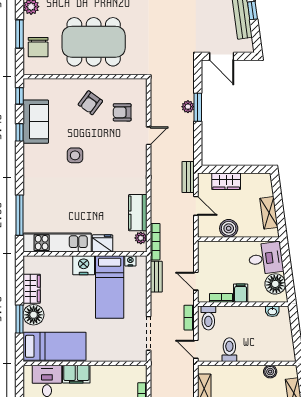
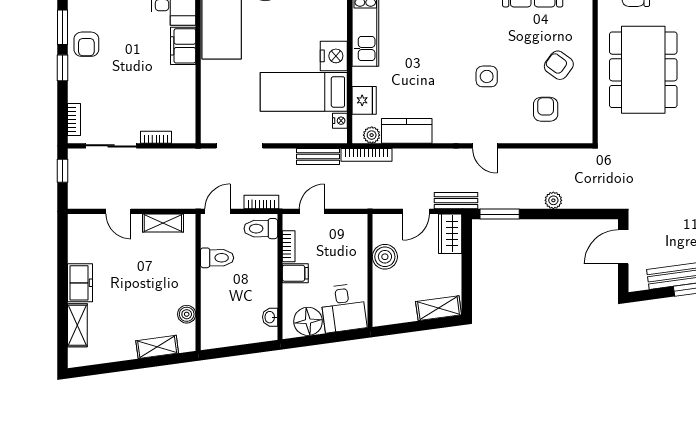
window: (198, 107) -> (500, 214), moved
door: (149, 136) -> (485, 146), moved
side table: (75, 155) -> (487, 76), moved
wardrobe: (226, 181) -> (450, 234), moved
shelving: (269, 213) -> (439, 308), moved
fridge: (102, 243) -> (364, 100), moved

